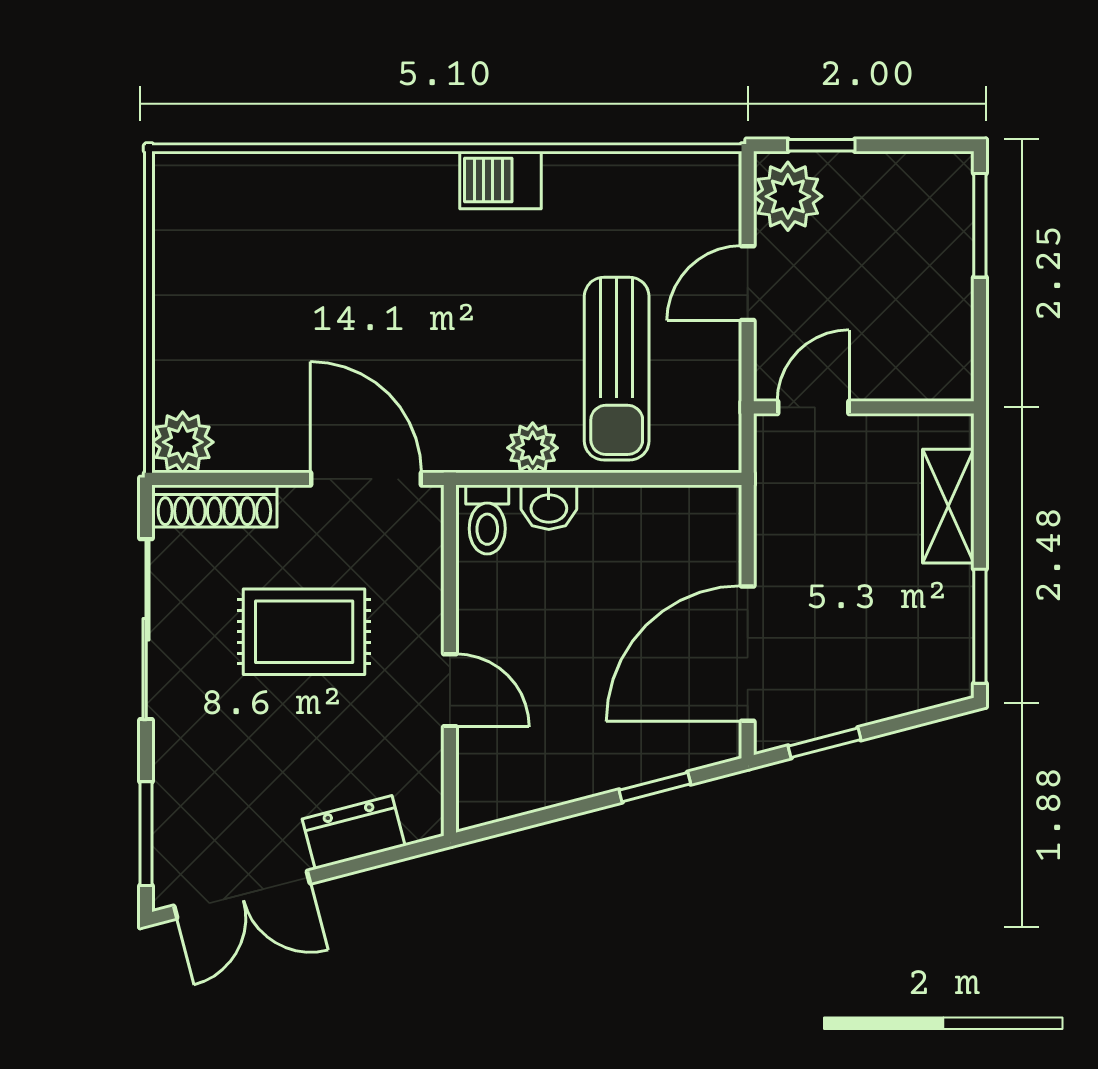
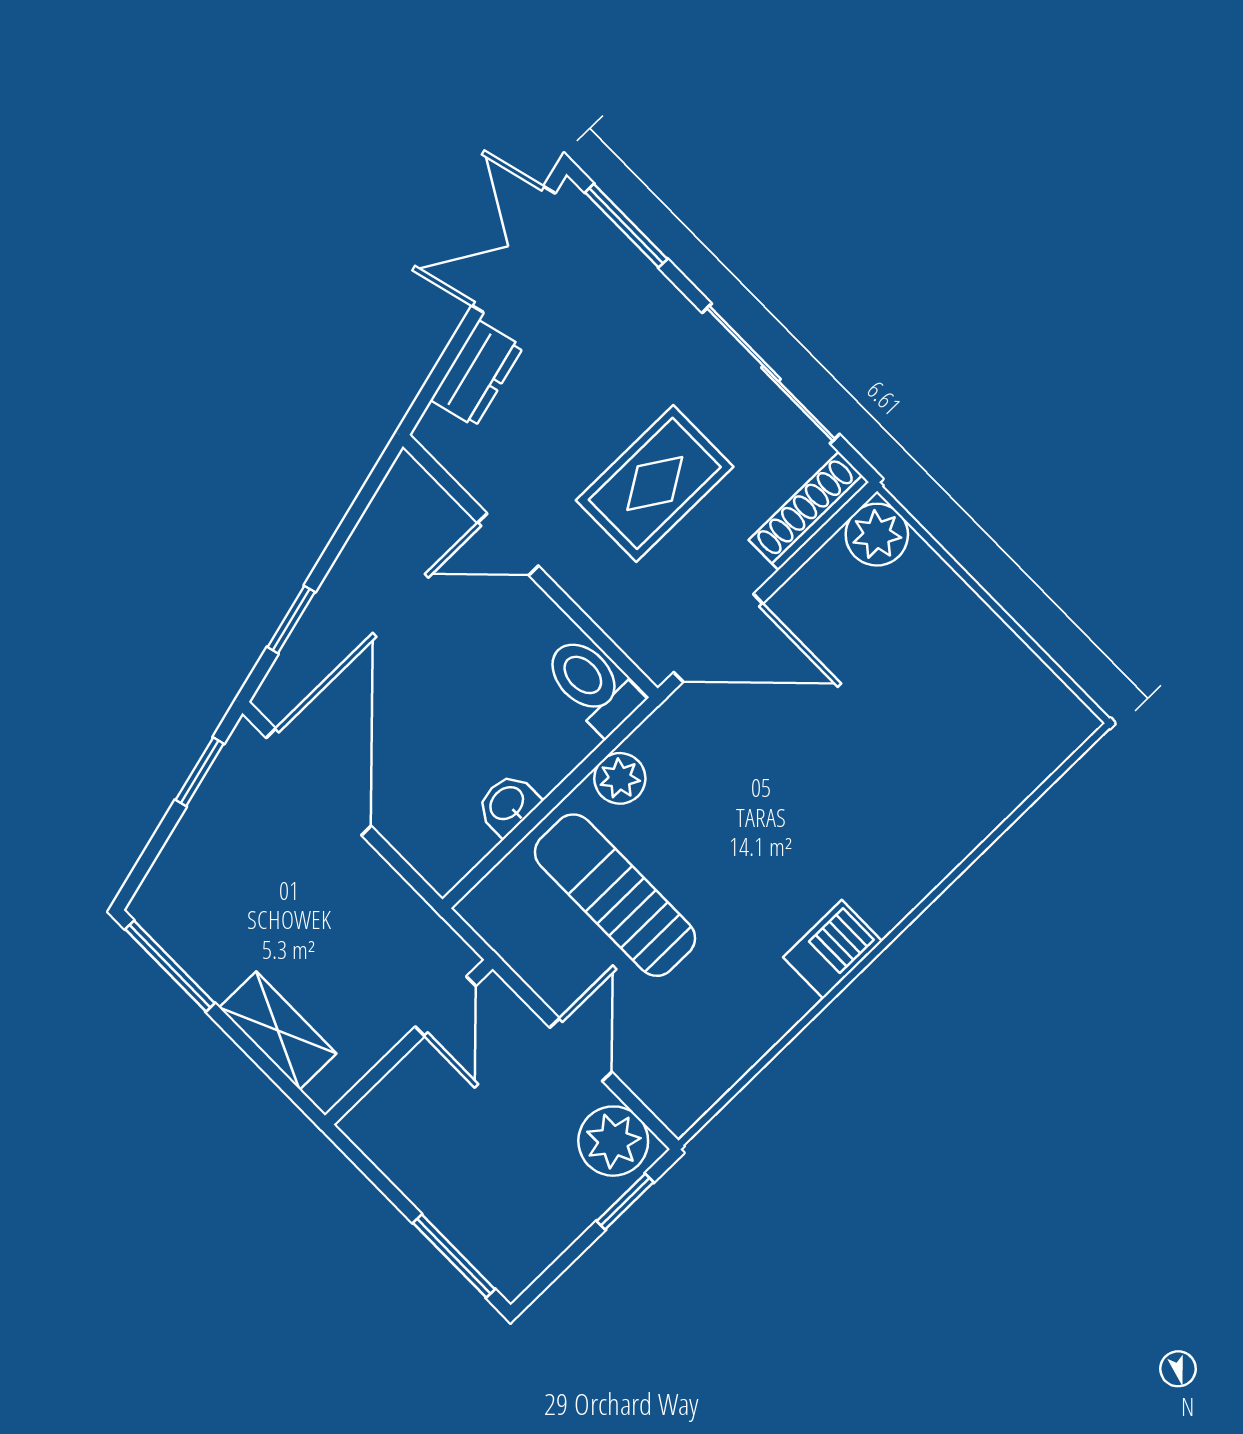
washbasin: (549, 507) -> (508, 804), moved
toilet: (487, 519) -> (592, 685), width x1.37, depth x1.39

